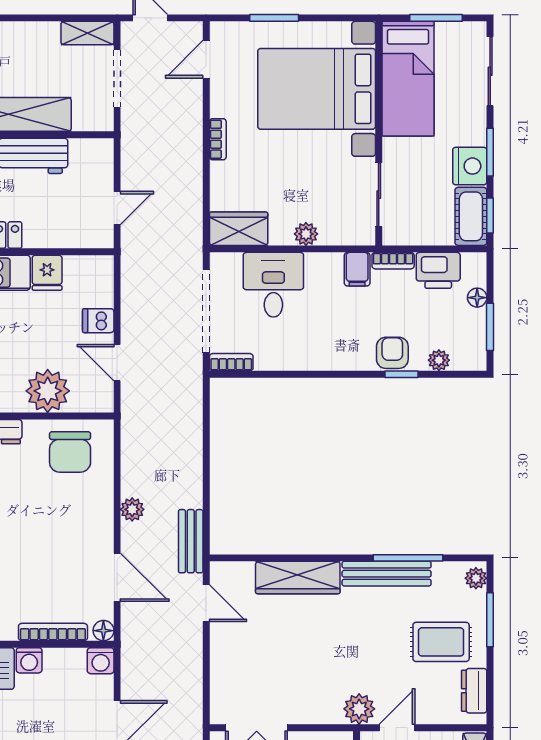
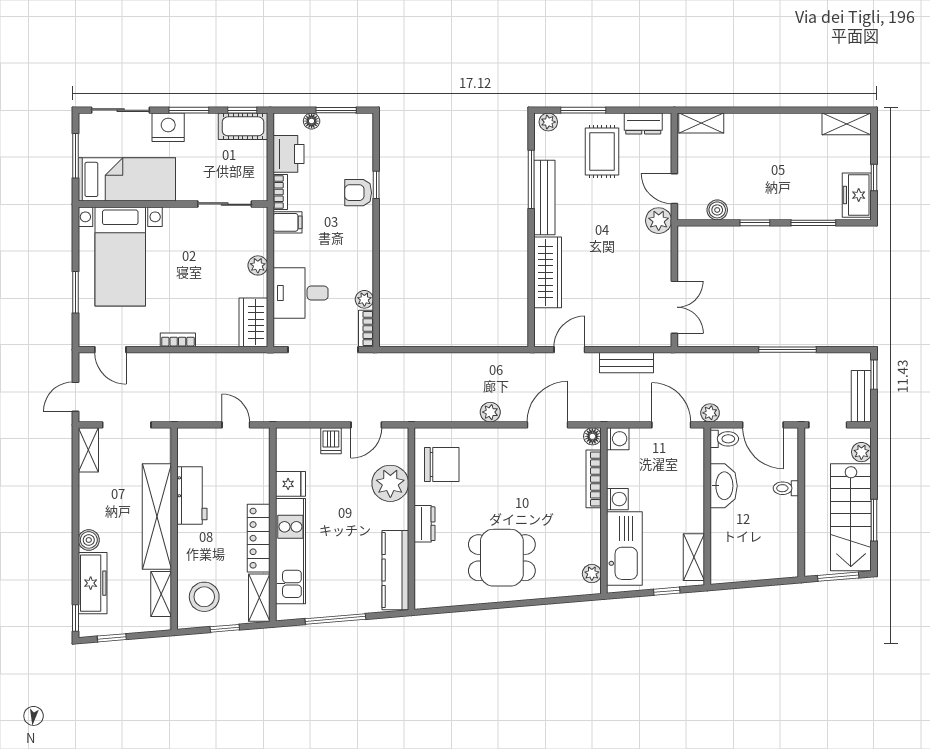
bed with nightstands: (317, 89) -> (120, 257), width x0.73
nightstand: (470, 166) -> (168, 127), moved
plant: (439, 360) -> (364, 299), moved
bench: (191, 541) -> (626, 363), moved

